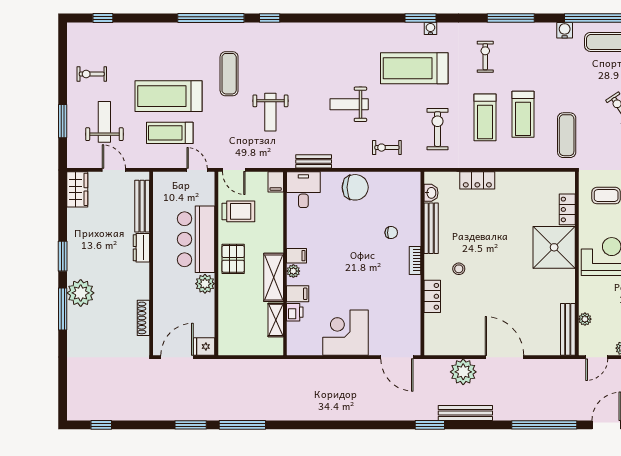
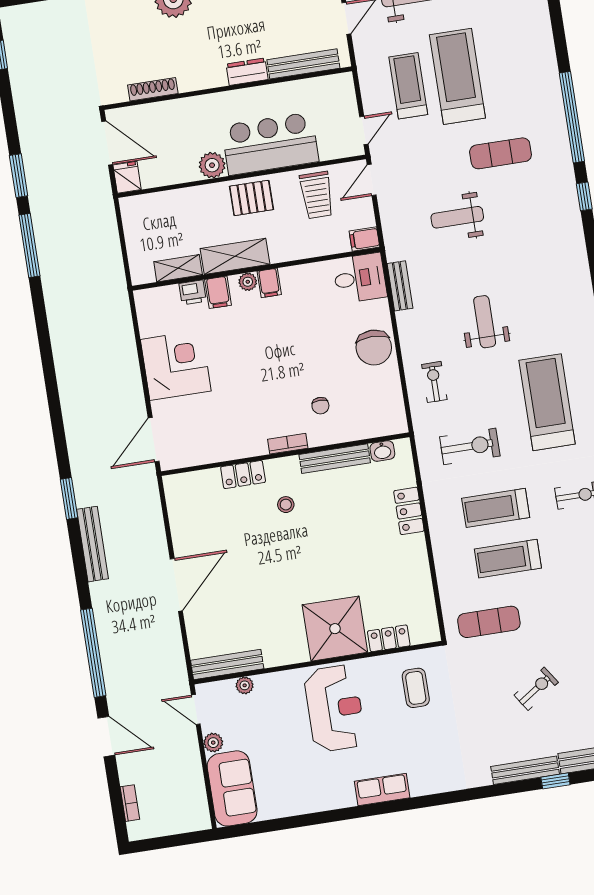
plant: (463, 372) -> (148, 532), removed

